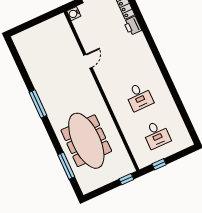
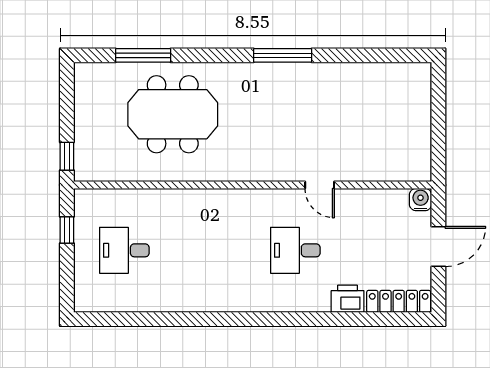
desk: (139, 97) -> (295, 250), moved
meeting table: (86, 141) -> (173, 114), width x0.73

